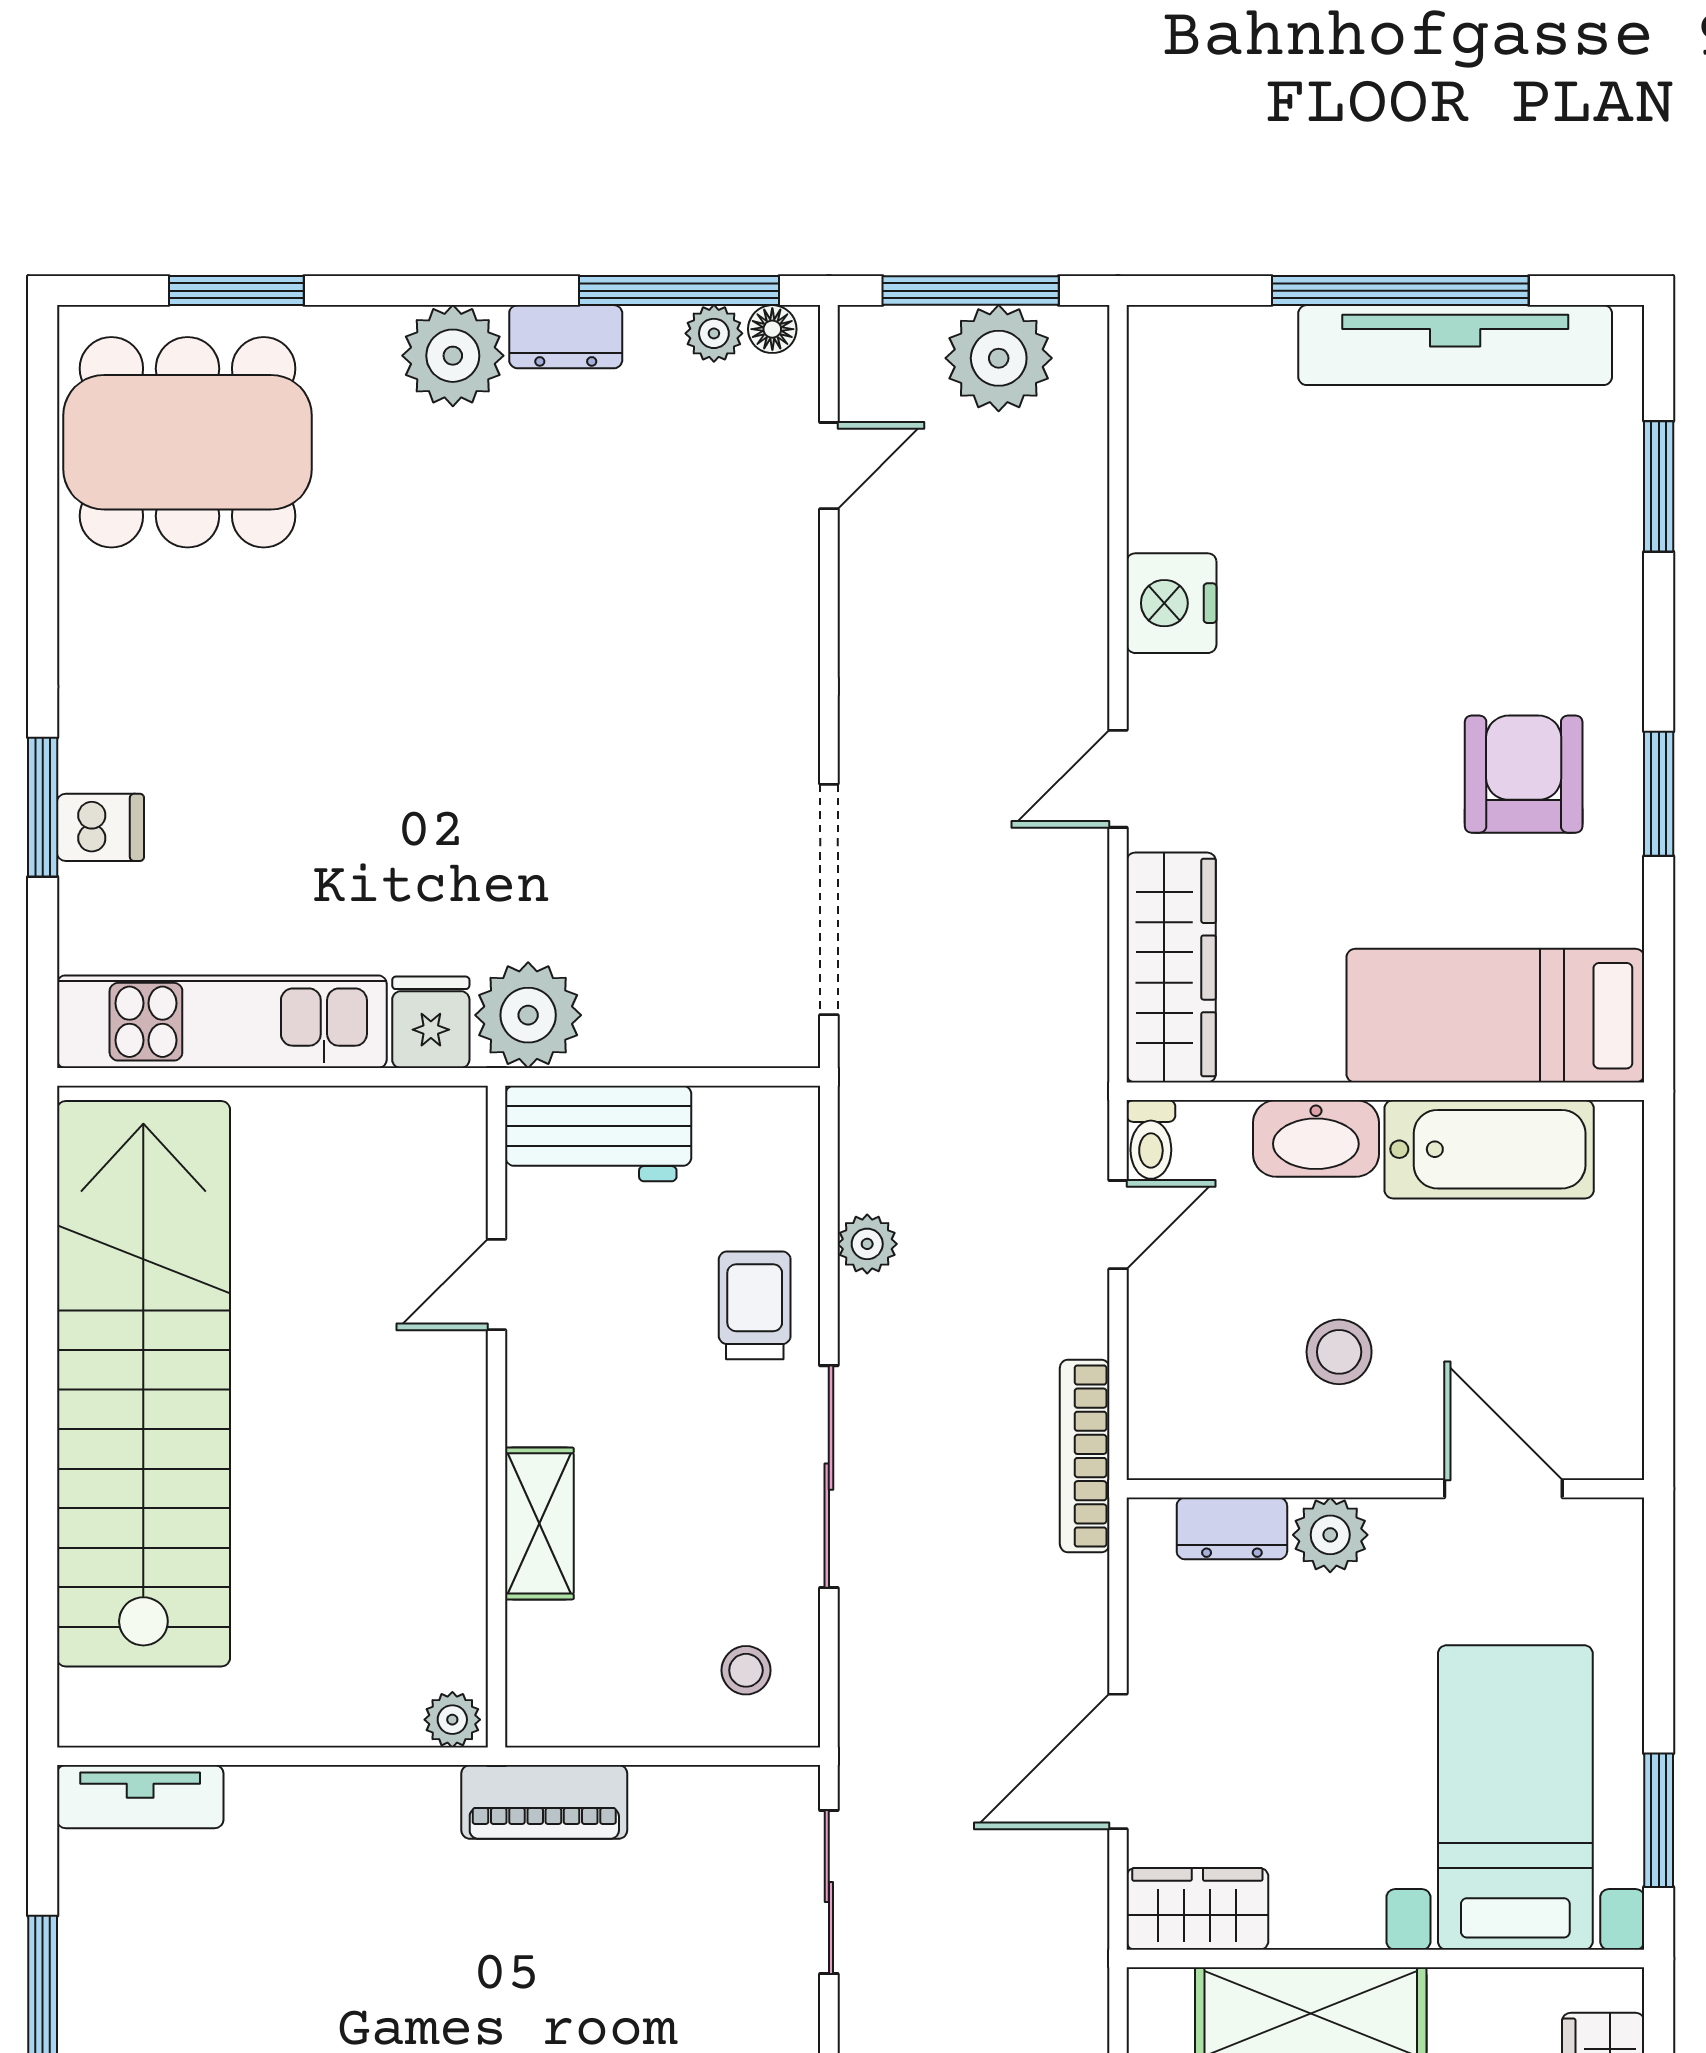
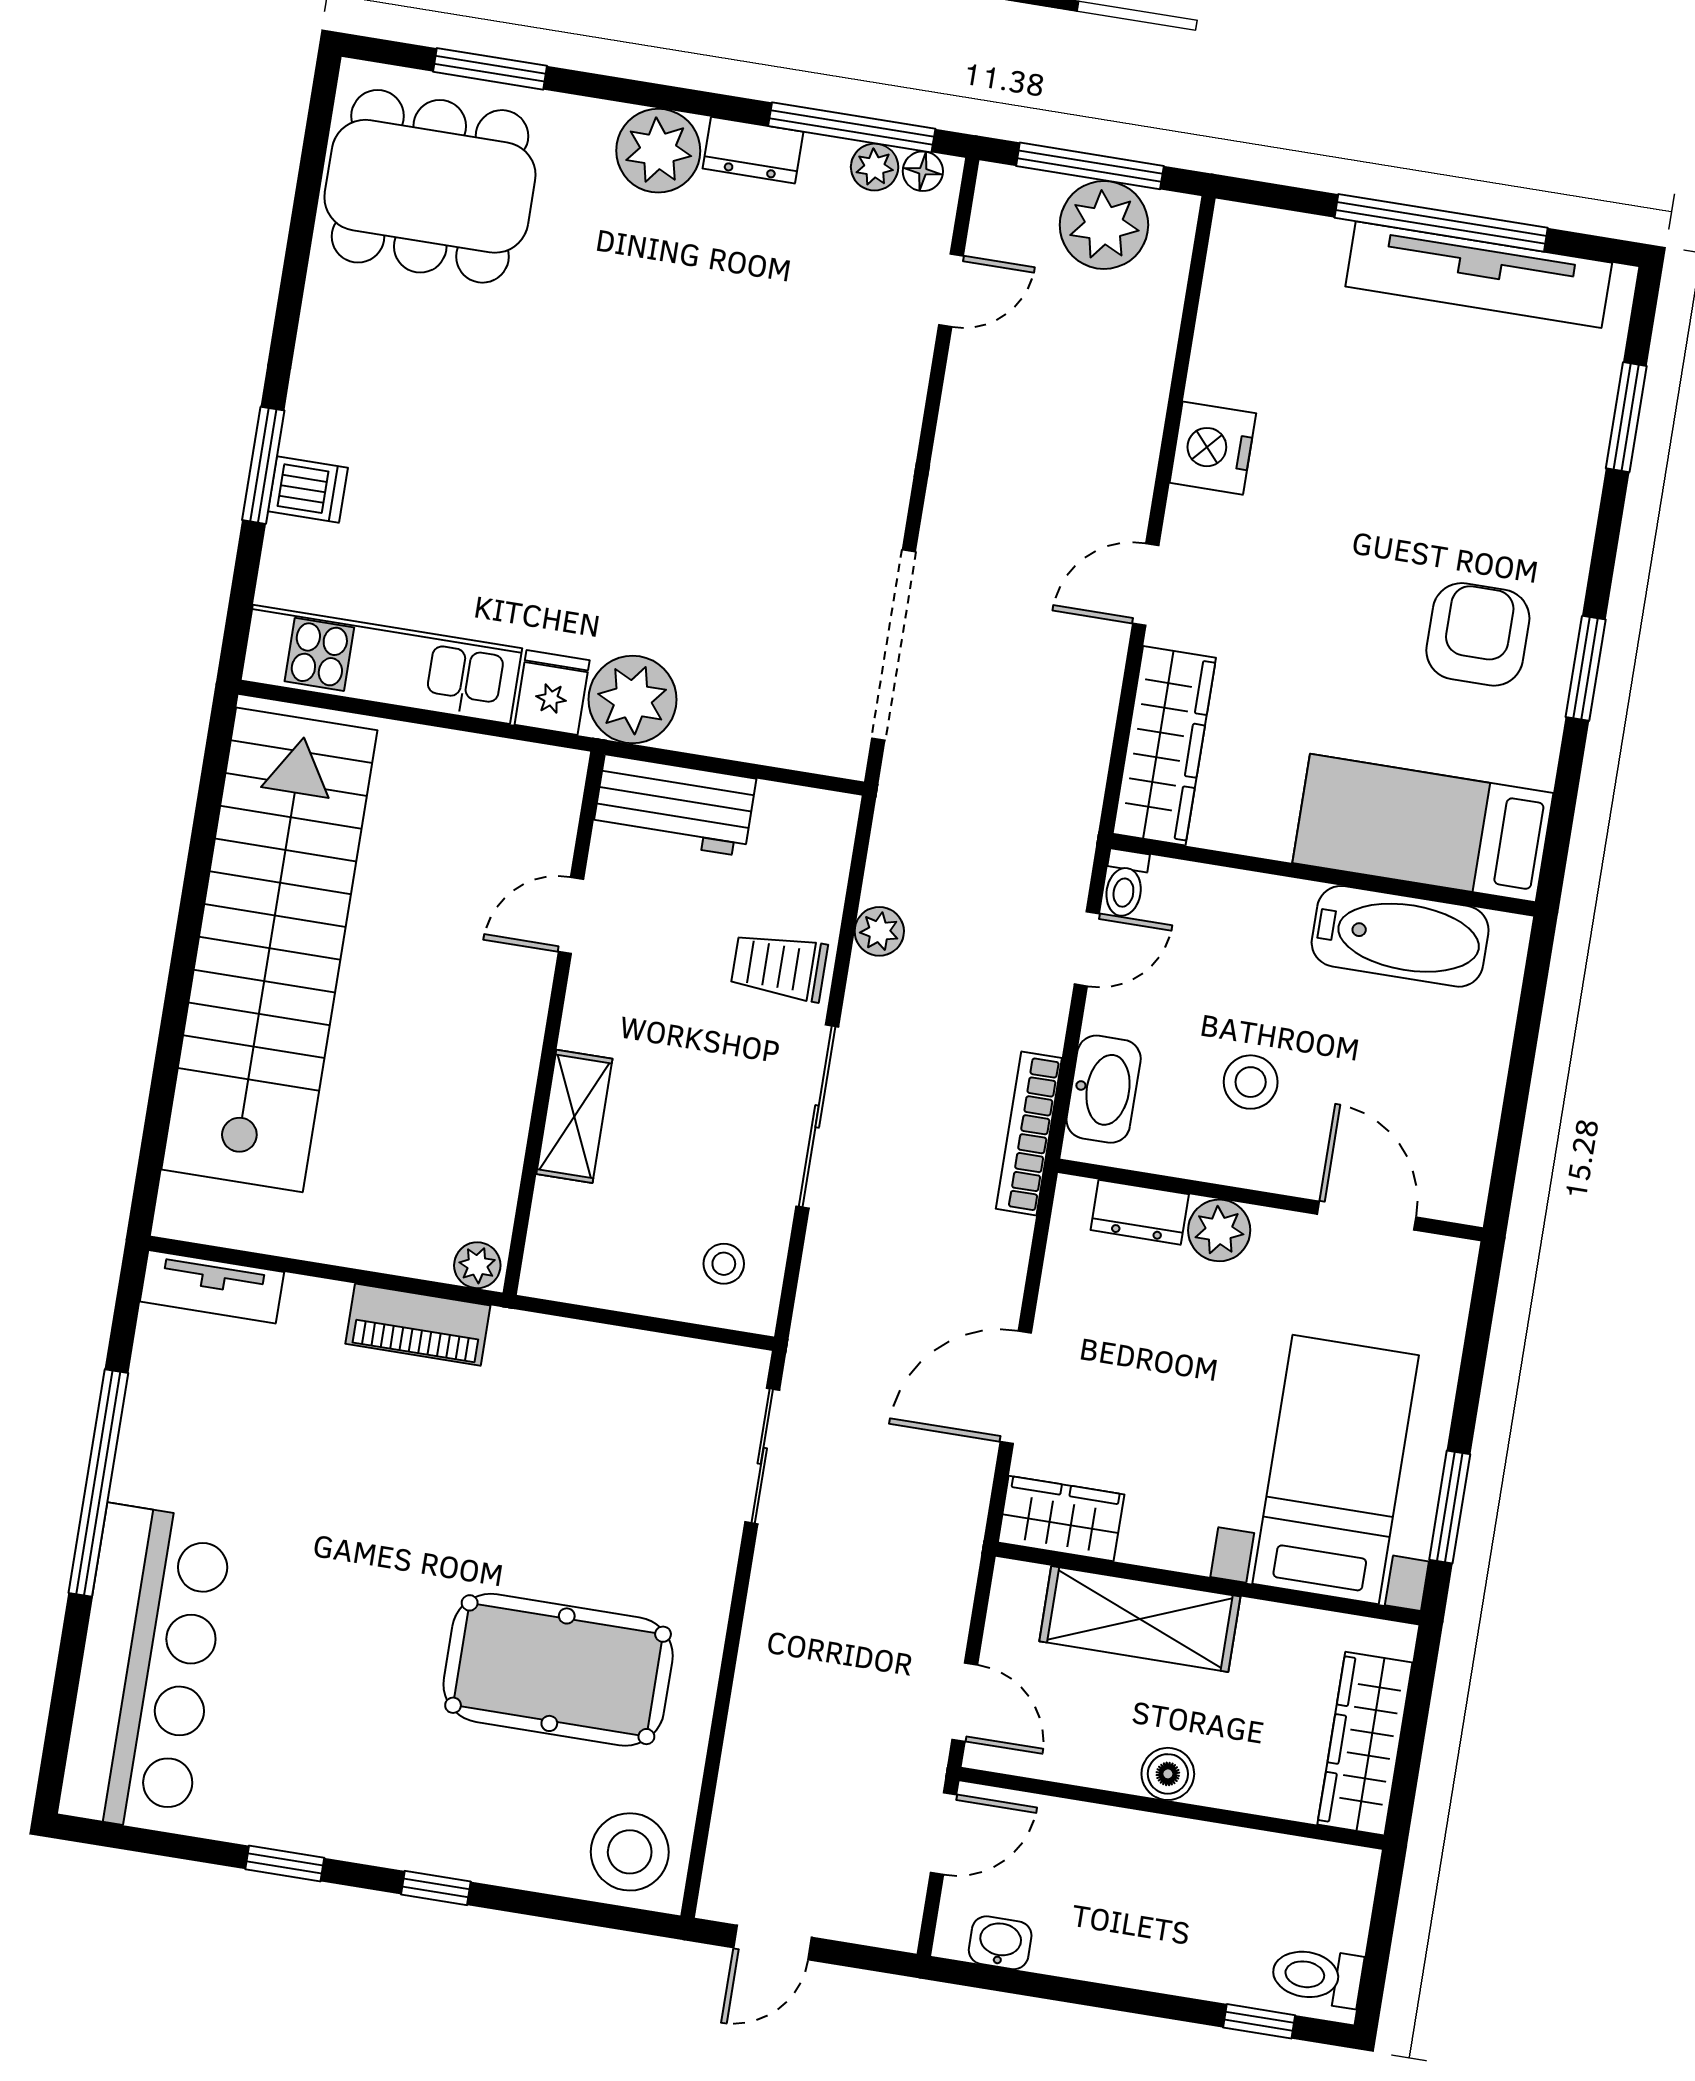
washbasin: (1316, 1138) -> (1104, 1089), moved, turned -90
trolley: (755, 1305) -> (779, 967), turned -90
piano: (544, 1802) -> (418, 1325), moved

